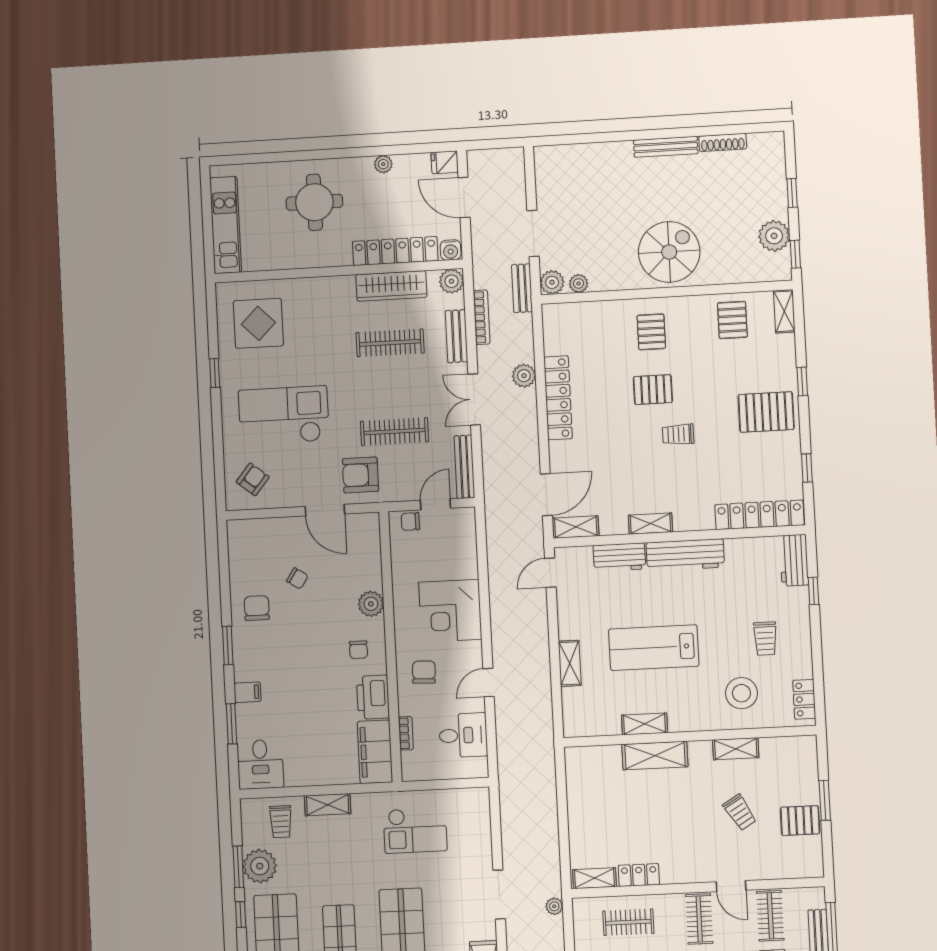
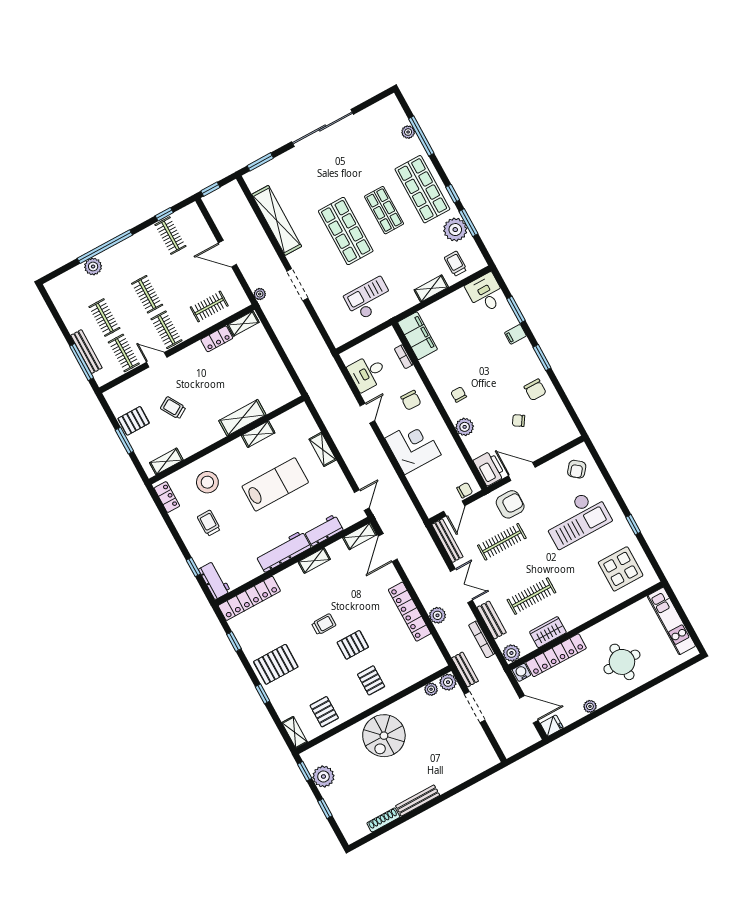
wardrobe: (391, 286) -> (548, 632), width x0.67
printer: (373, 697) -> (489, 468), moved
shelving: (736, 749) -> (166, 461), moved

